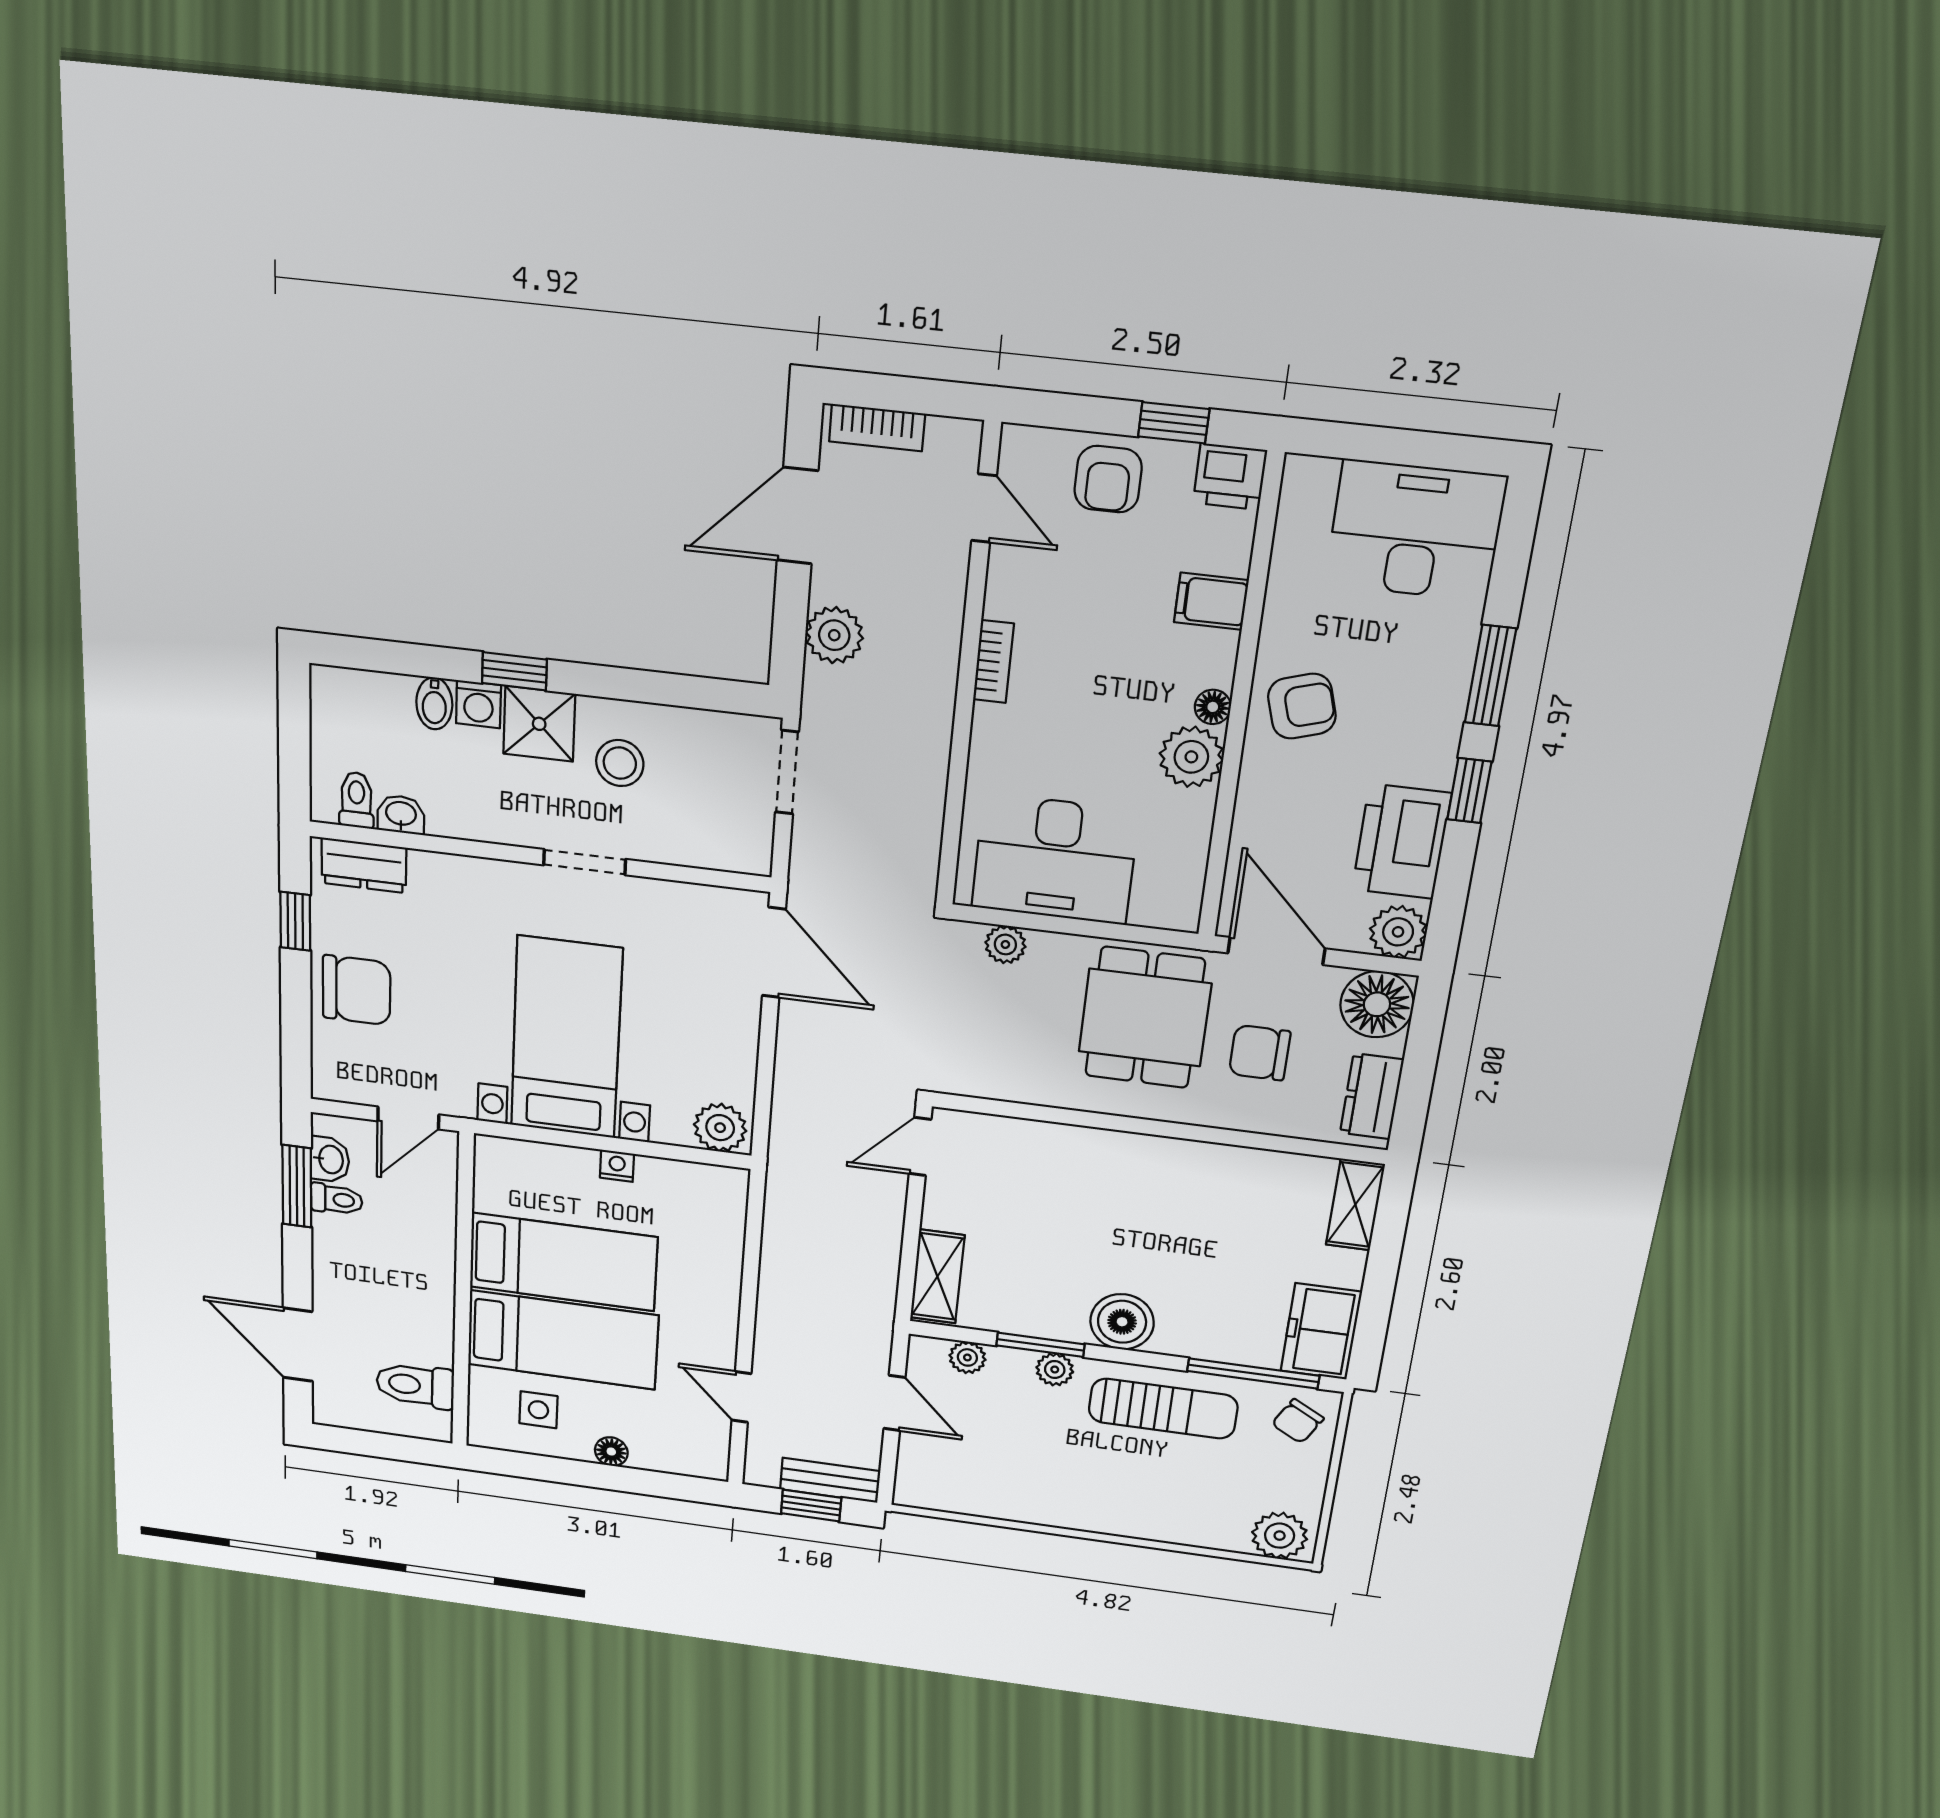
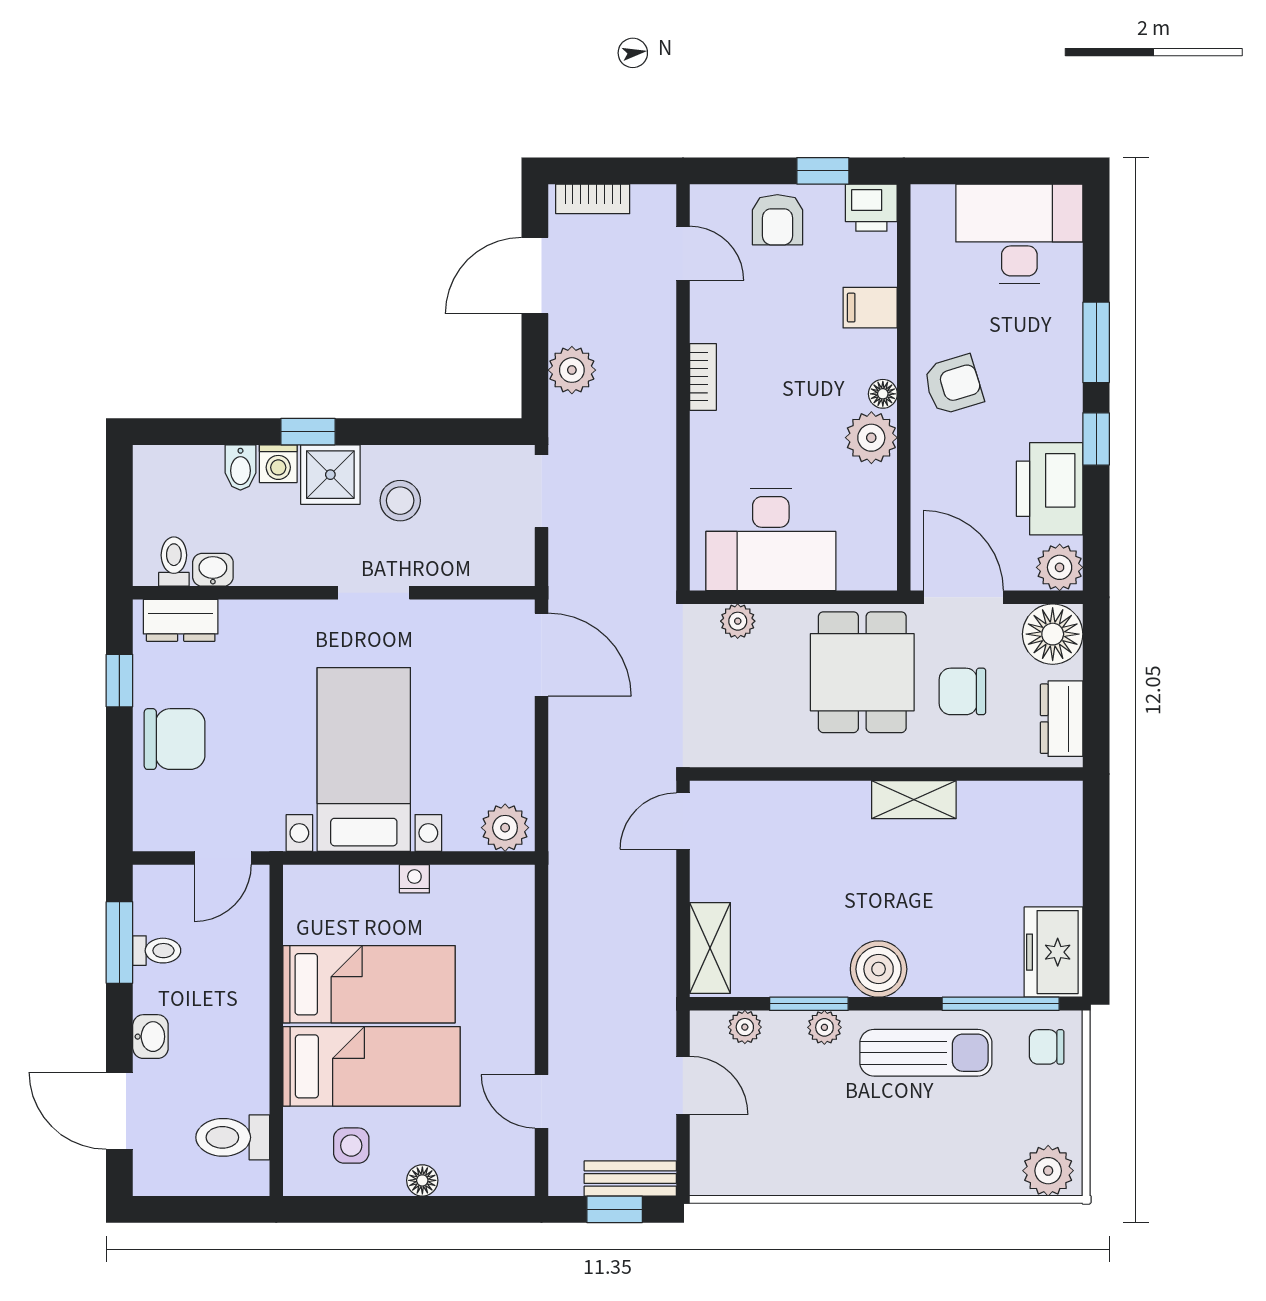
washbasin: (330, 1159) -> (150, 1037), moved
shelving: (1355, 1205) -> (914, 800), moved, turned 90
chair: (1298, 1421) -> (1047, 1047), turned 61

